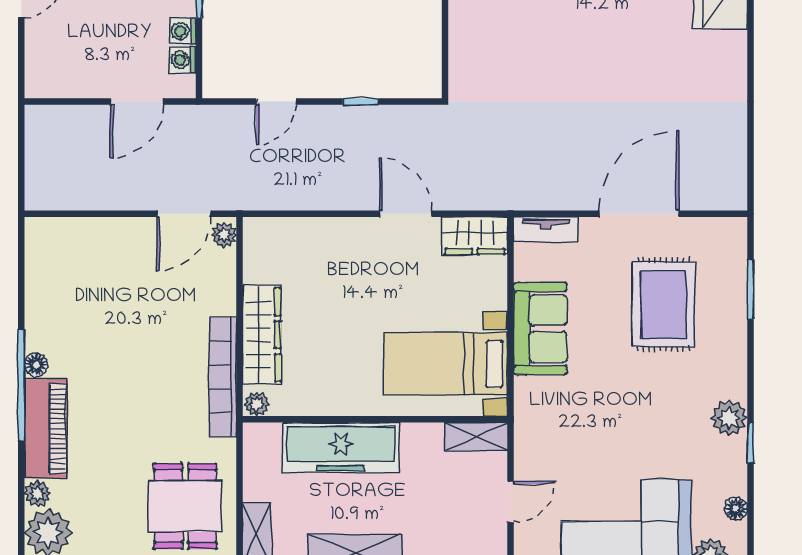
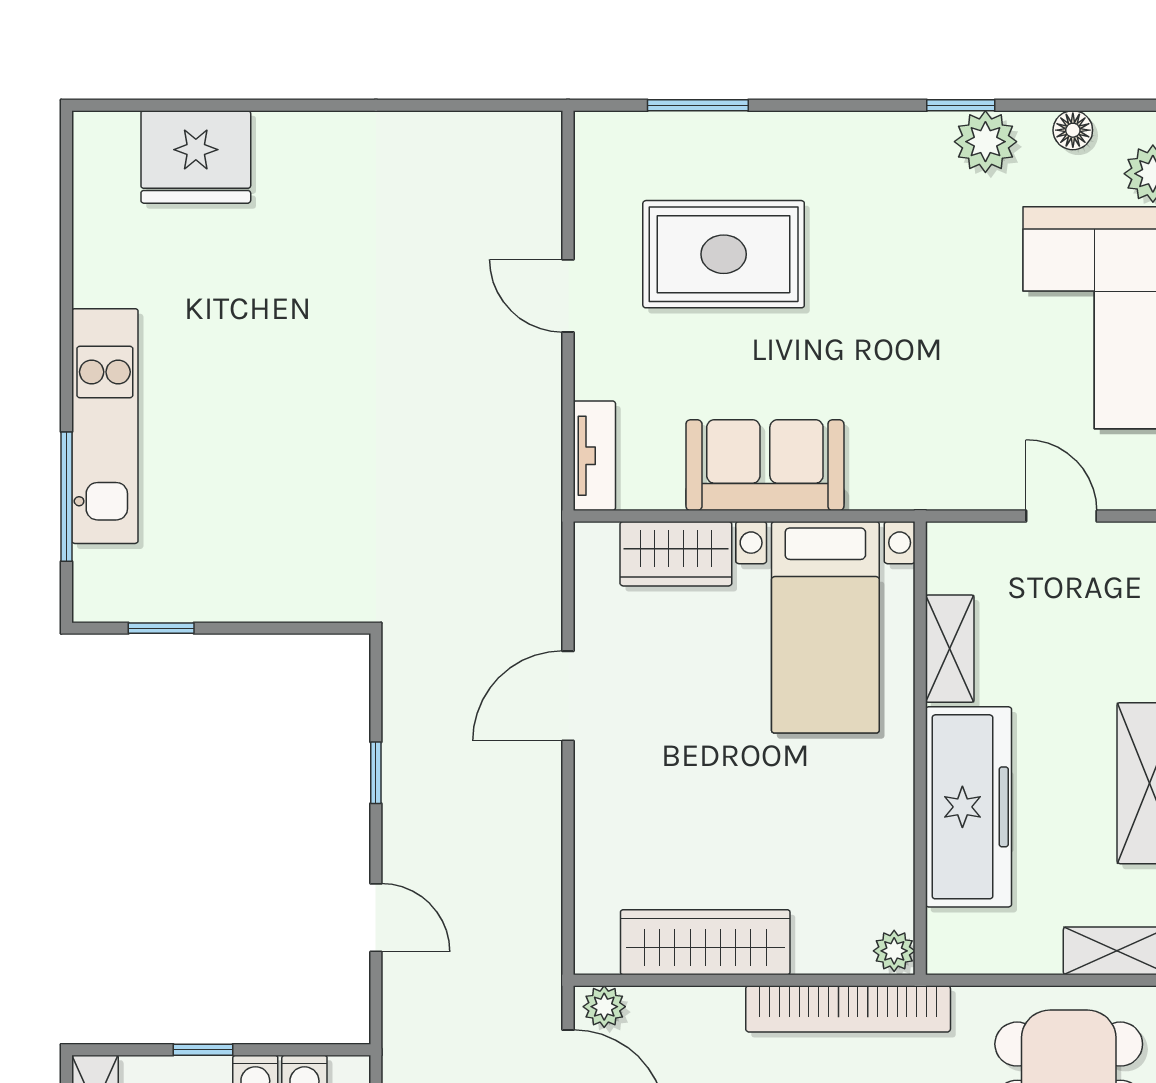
door: (639, 214) -> (568, 296), width x0.53
wardrobe: (475, 236) -> (676, 554), moved, turned 90
wardrobe: (262, 335) -> (705, 942), moved
plant: (729, 418) -> (985, 142), moved
shelving: (476, 437) -> (950, 649), moved

